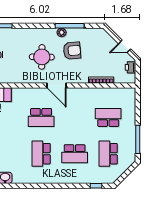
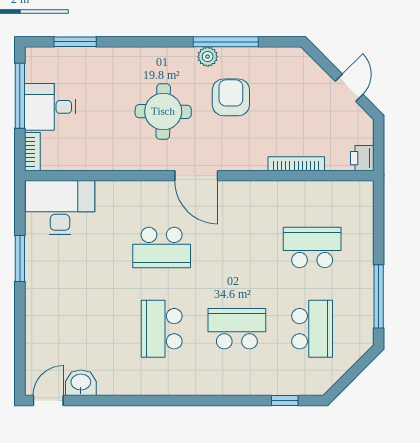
door: (125, 46) -> (349, 88), swing flipped
armchair: (72, 51) -> (231, 97), turned -85
printer: (130, 67) -> (362, 158), moved
school desk: (75, 154) -> (237, 329), turned 180
school desk: (108, 154) -> (312, 329), turned 180

